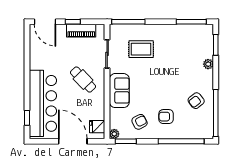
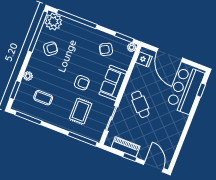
coffee table: (184, 48) -> (43, 98), added
rug: (141, 49) -> (81, 111), turned 90
bar counter: (43, 103) -> (186, 90), width x0.73
armchair: (166, 117) -> (82, 83), moved
plant: (204, 129) -> (53, 22), added

